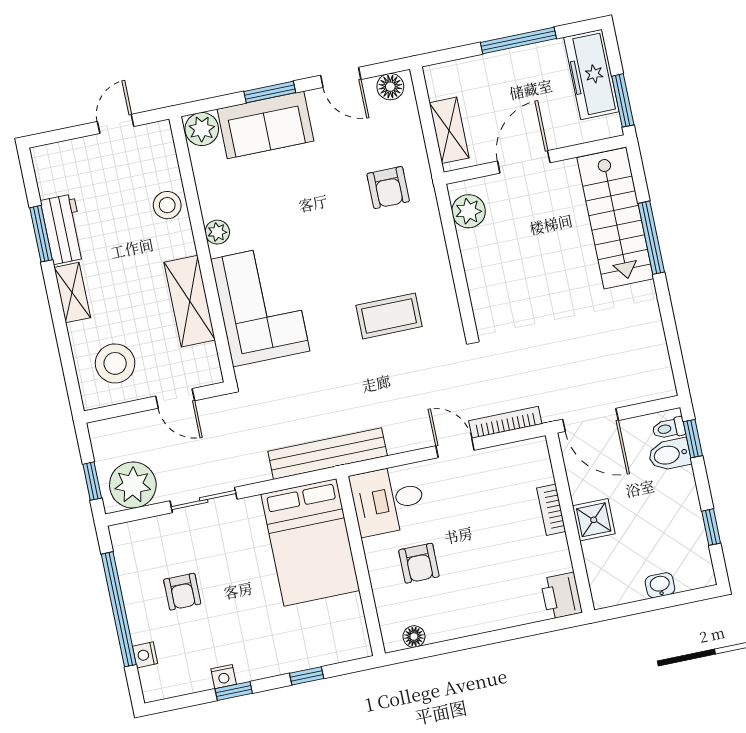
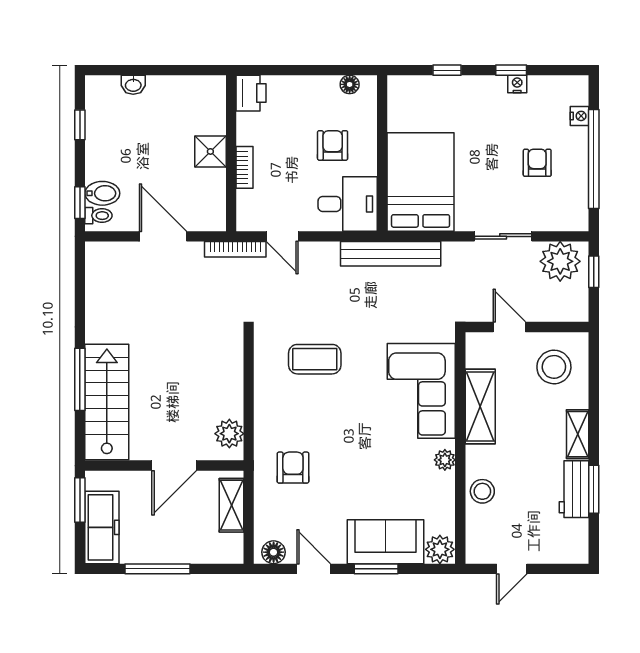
bookcase: (551, 510) -> (245, 167), moved
shower: (594, 520) -> (210, 151), moved
wall: (570, 523) -> (231, 153), moved
printer: (561, 596) -> (251, 93), moved

